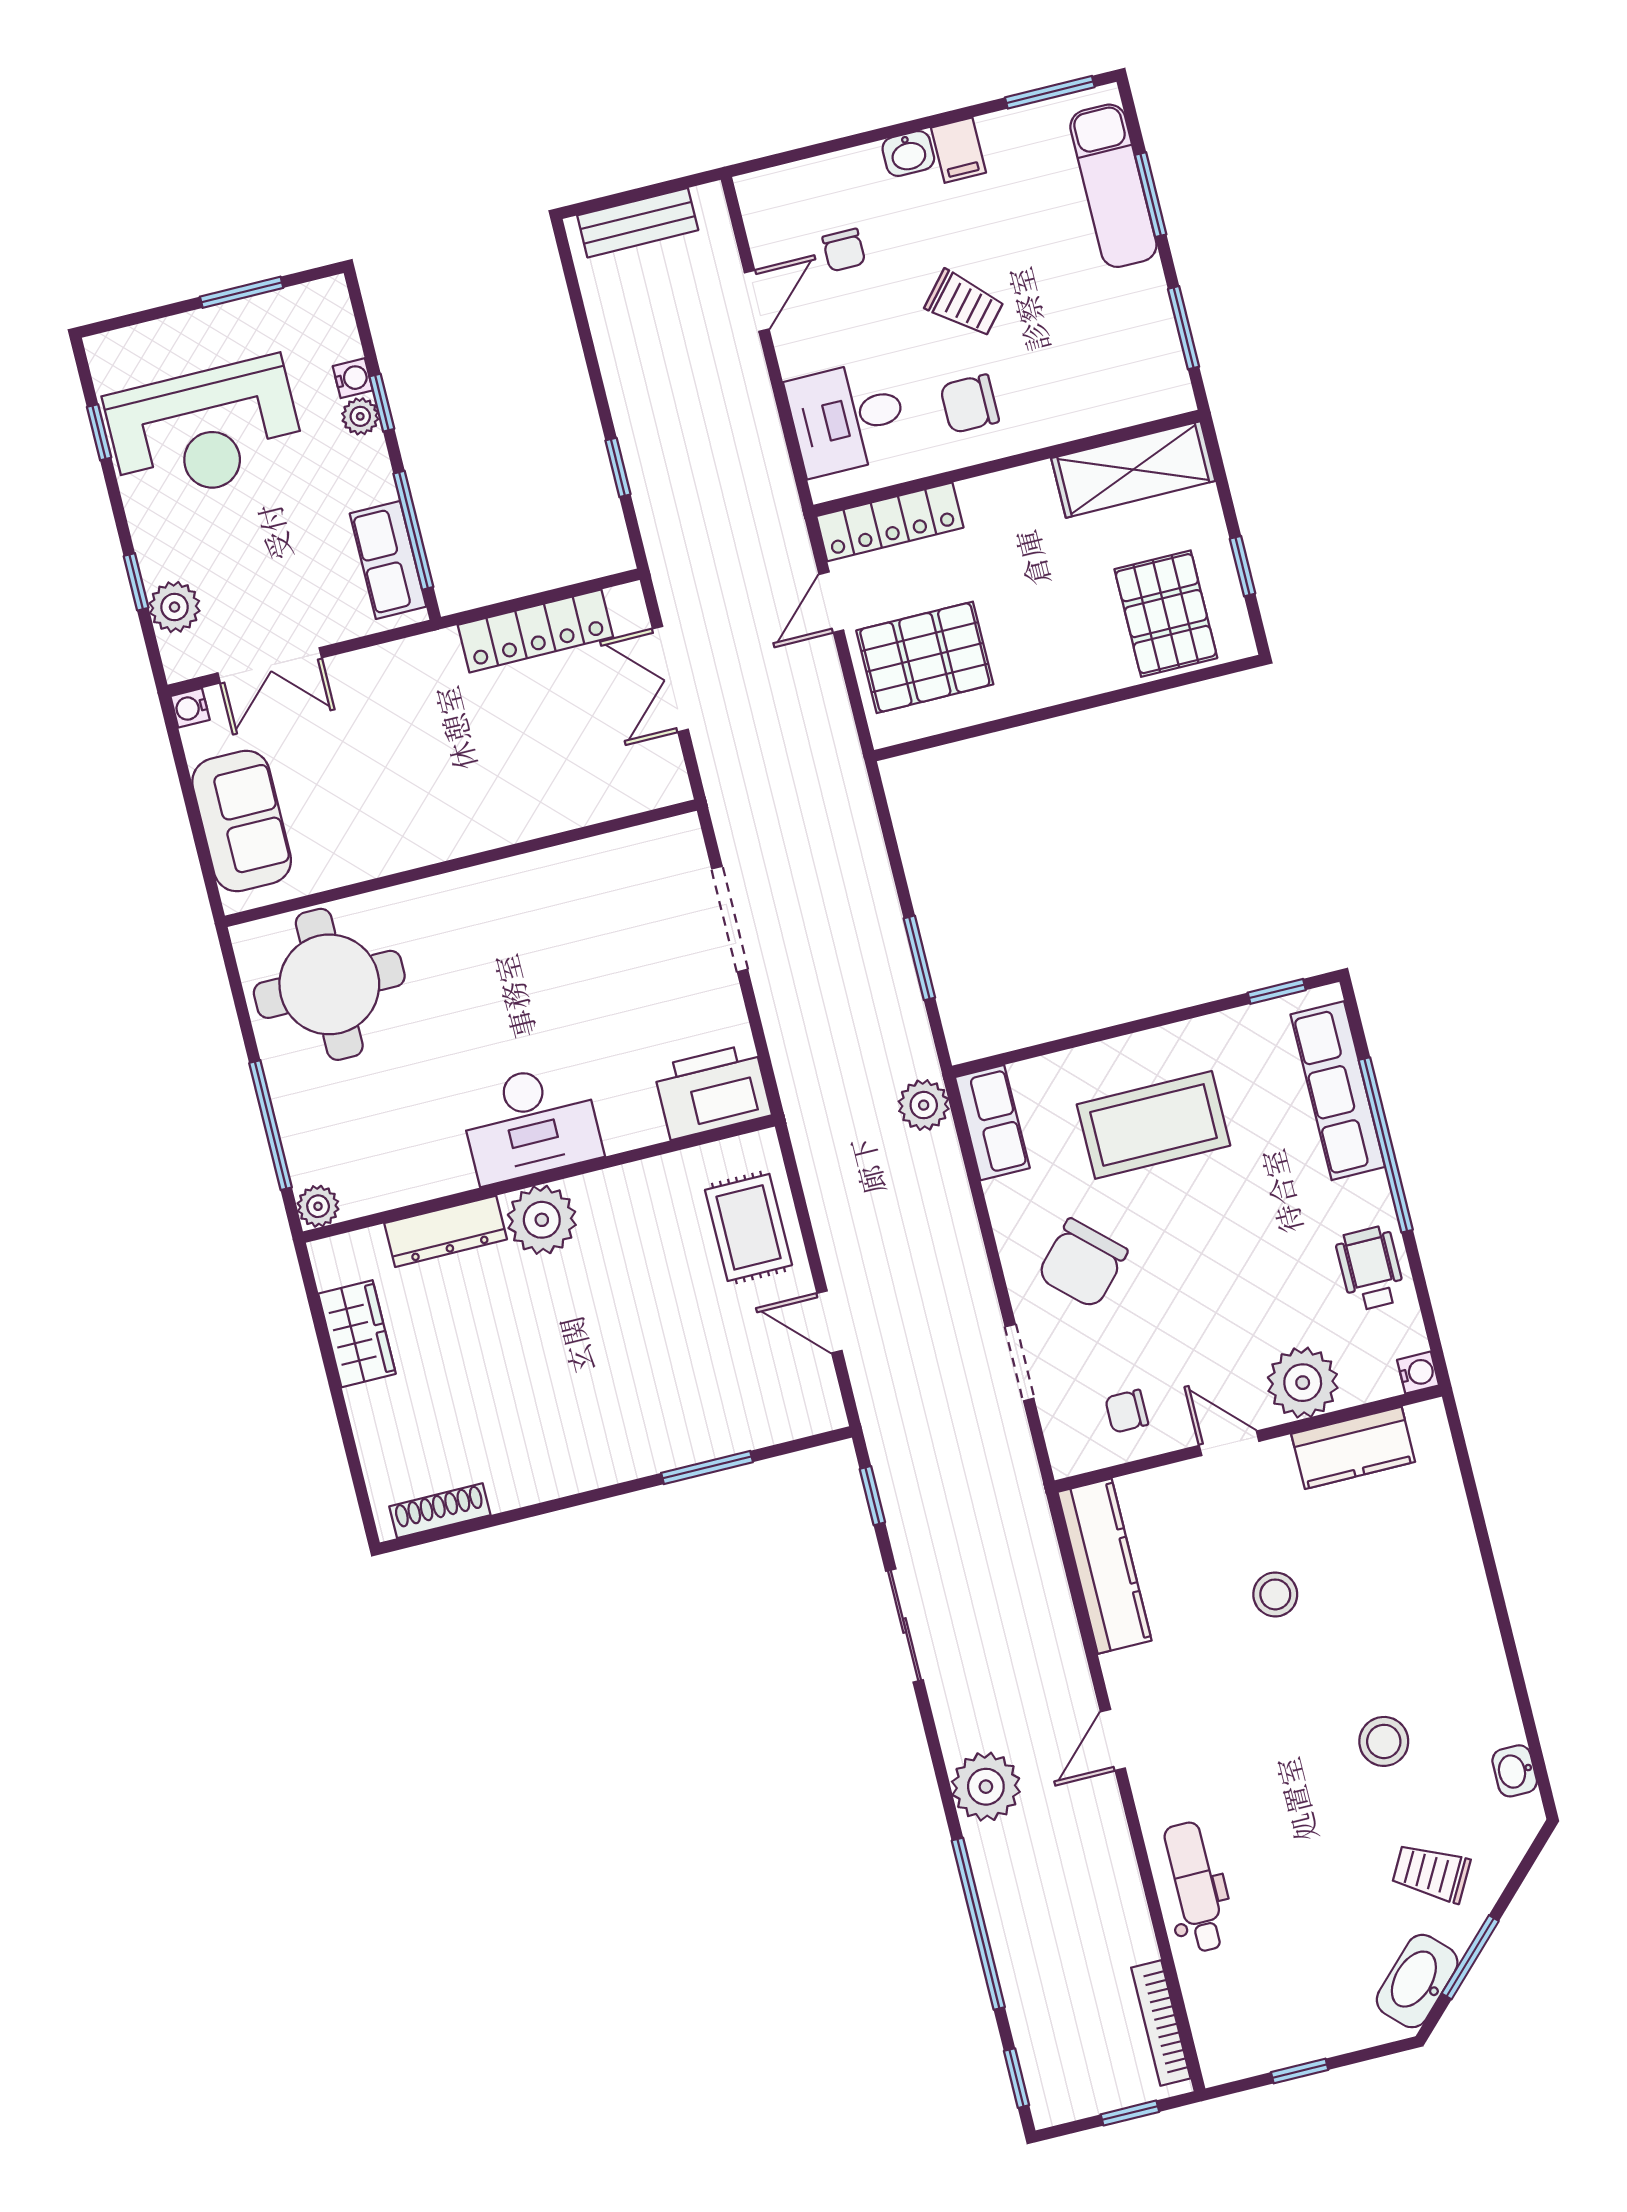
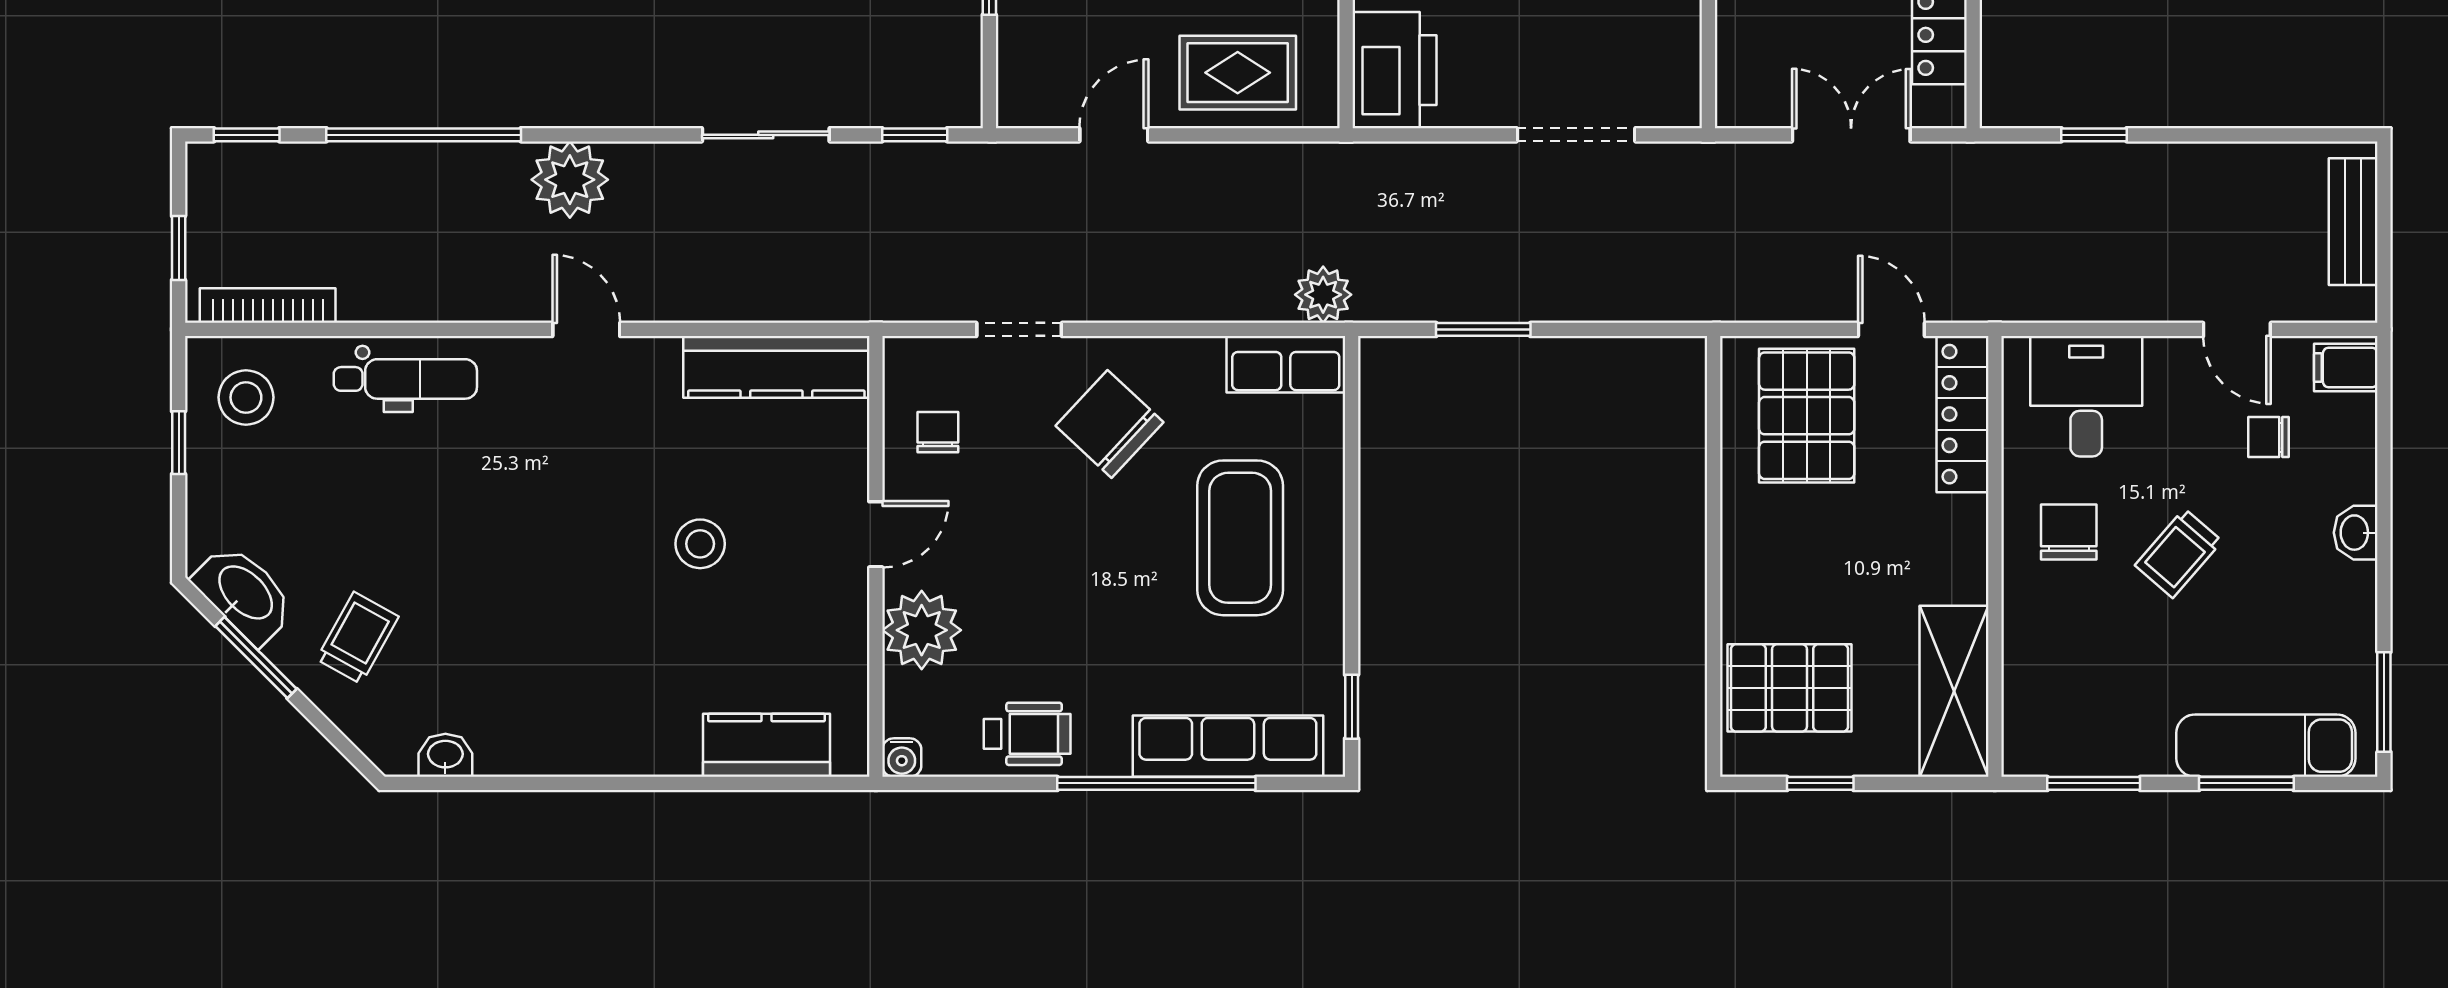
filing cabinet: (958, 150) -> (2346, 368), moved
kitchen counter: (1353, 1448) -> (767, 745), moved, turned 90
stool: (1384, 1741) -> (246, 397), moved

